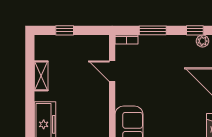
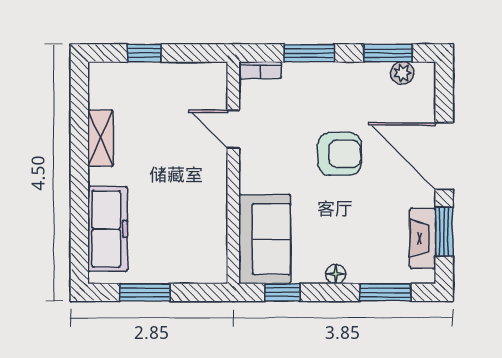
window: (195, 30) -> (388, 53), width x1.50
armchair: (169, 84) -> (340, 154), added

